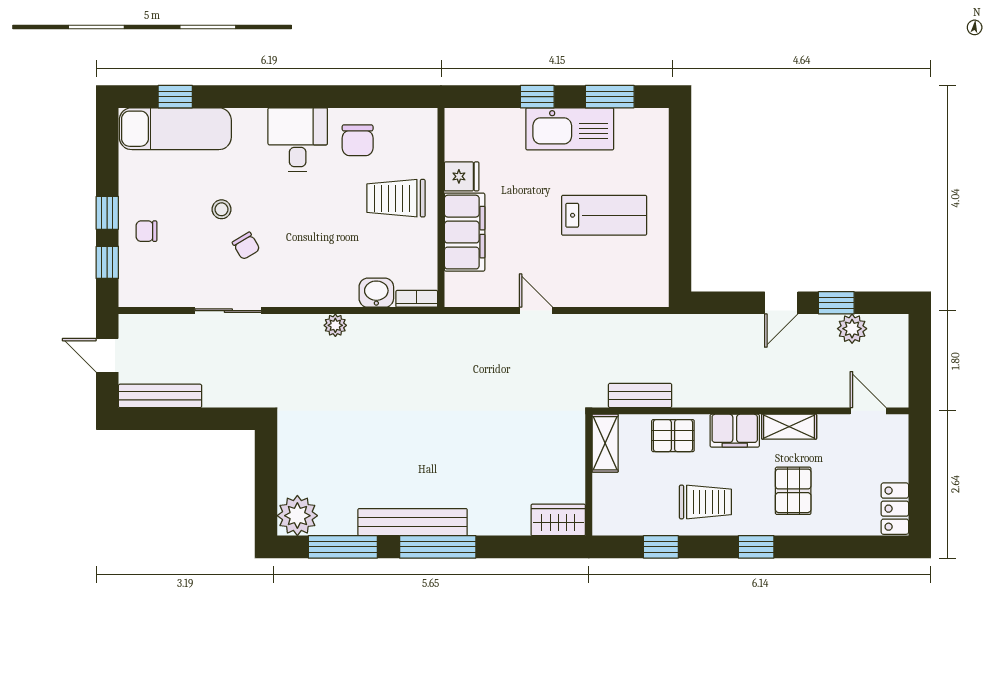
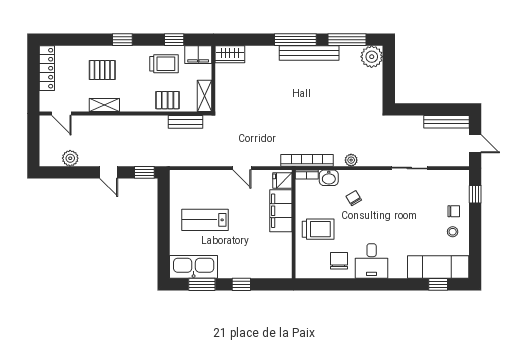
kitchen sink: (570, 129) -> (194, 267), moved
fridge: (462, 176) -> (282, 180), moved
stool: (222, 209) -> (453, 232), moved
window: (107, 213) -> (475, 221), removed
chair: (246, 246) -> (354, 198), moved
door: (781, 303) -> (109, 172), swing flipped
window: (836, 303) -> (144, 172), moved
bookcase: (417, 325) -> (307, 160), added
filing cabinet: (735, 431) -> (198, 55), moved, turned 180
pallet: (793, 491) -> (102, 70), turned 90
trolley: (705, 502) -> (164, 64), moved, turned 180
locker: (895, 509) -> (47, 68), width x1.53

